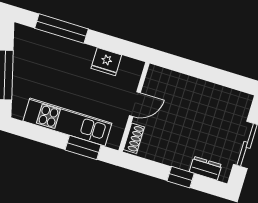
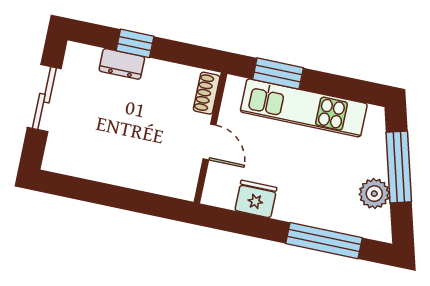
plant: (24, 58) -> (374, 194), added
door: (135, 104) -> (210, 142), swing flipped
dresser: (206, 168) -> (122, 64), moved

